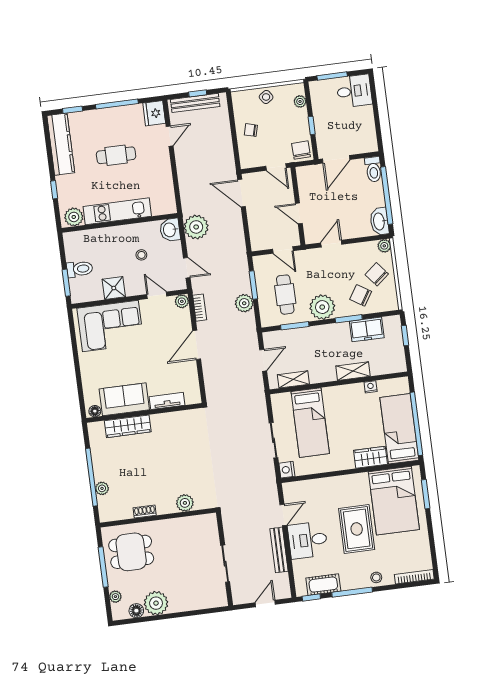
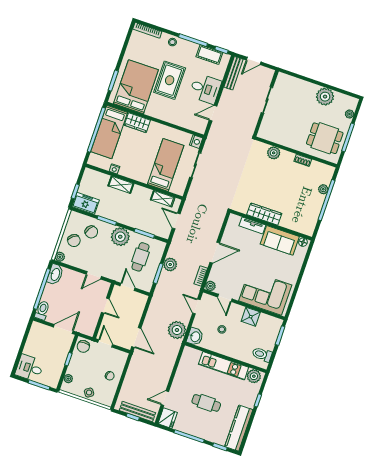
toilet: (80, 269) -> (262, 354), moved
freezer: (367, 329) -> (86, 203), moved
door: (263, 360) -> (176, 221), hinge flipped
wardrobe: (128, 426) -> (264, 214), moved
bench: (279, 550) -> (233, 73), moved
floor lamp: (136, 611) -> (340, 98), removed

